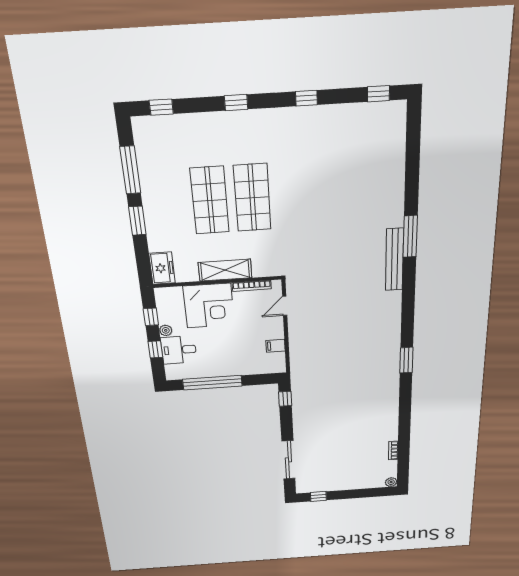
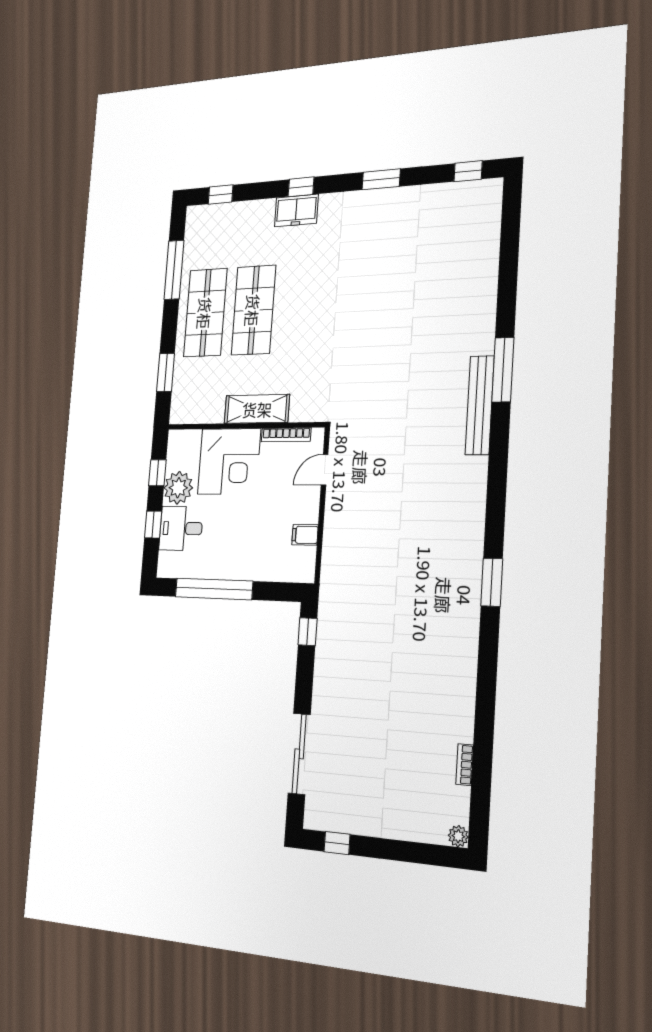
window: (306, 98) -> (381, 179), width x1.50
shop shelf: (252, 198) -> (205, 313), moved
window: (137, 221) -> (166, 372), moved
freezer: (162, 268) -> (296, 211), moved, turned 90
plant: (166, 330) -> (178, 488), width x1.87, depth x1.87

